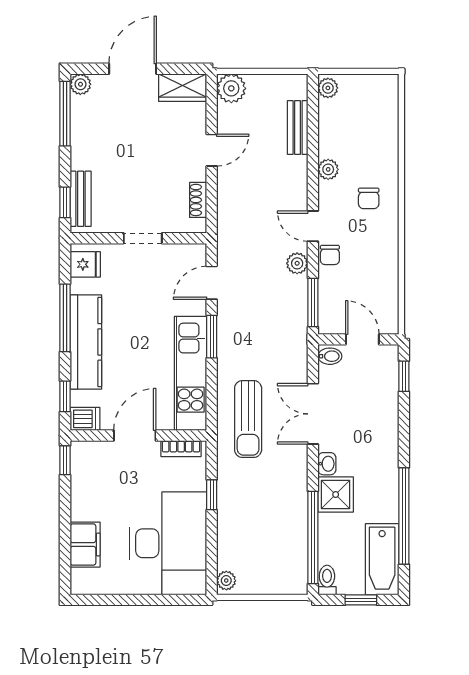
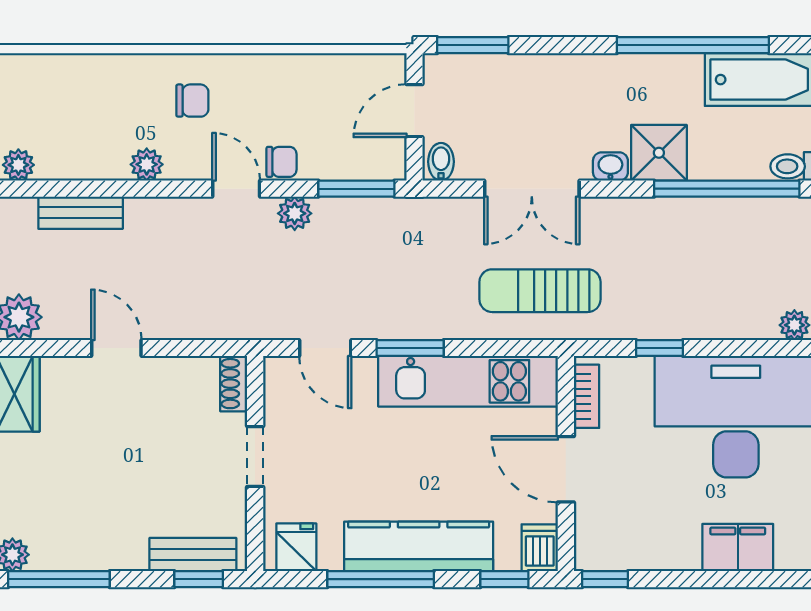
shoe rack: (198, 200) -> (234, 384), moved, turned 90
door: (313, 226) -> (236, 189), swing flipped
window: (404, 376) -> (473, 45), width x1.50
sun lounger: (248, 419) -> (540, 291), turned 180

